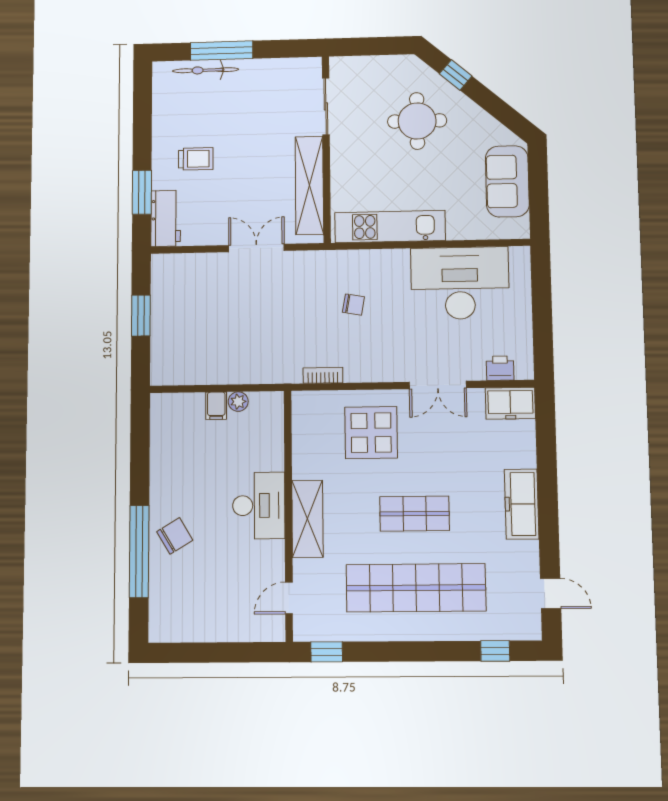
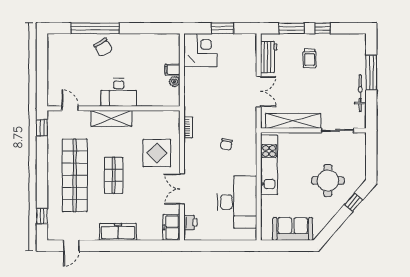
bicycle: (205, 70) -> (360, 93), moved
window: (142, 137) -> (323, 28), added
workbench: (166, 218) -> (269, 57), moved, turned -90
corner desk: (180, 355) -> (200, 50), added

